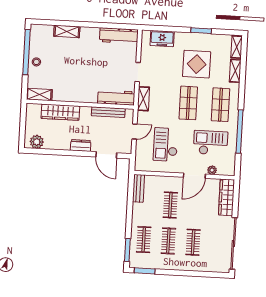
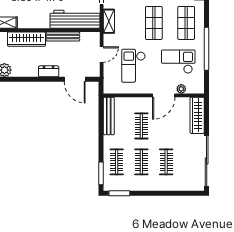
workbench: (116, 97) -> (75, 19), width x1.36, depth x1.32
bench: (108, 112) -> (63, 37), moved
bench: (138, 188) -> (109, 116), width x1.36

